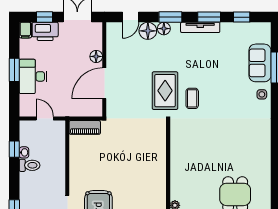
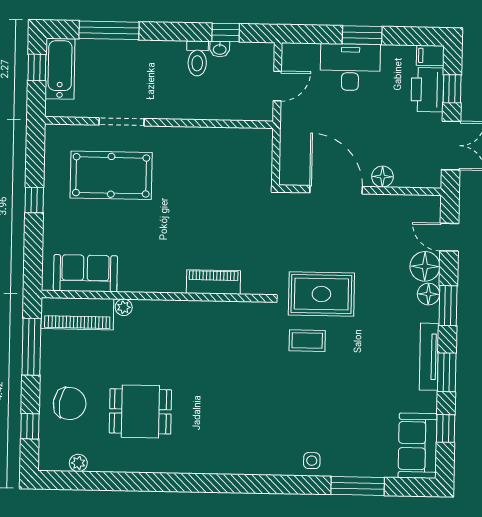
sofa: (260, 63) -> (418, 446), moved, turned -90
piano: (85, 127) -> (213, 282), moved, turned 90

